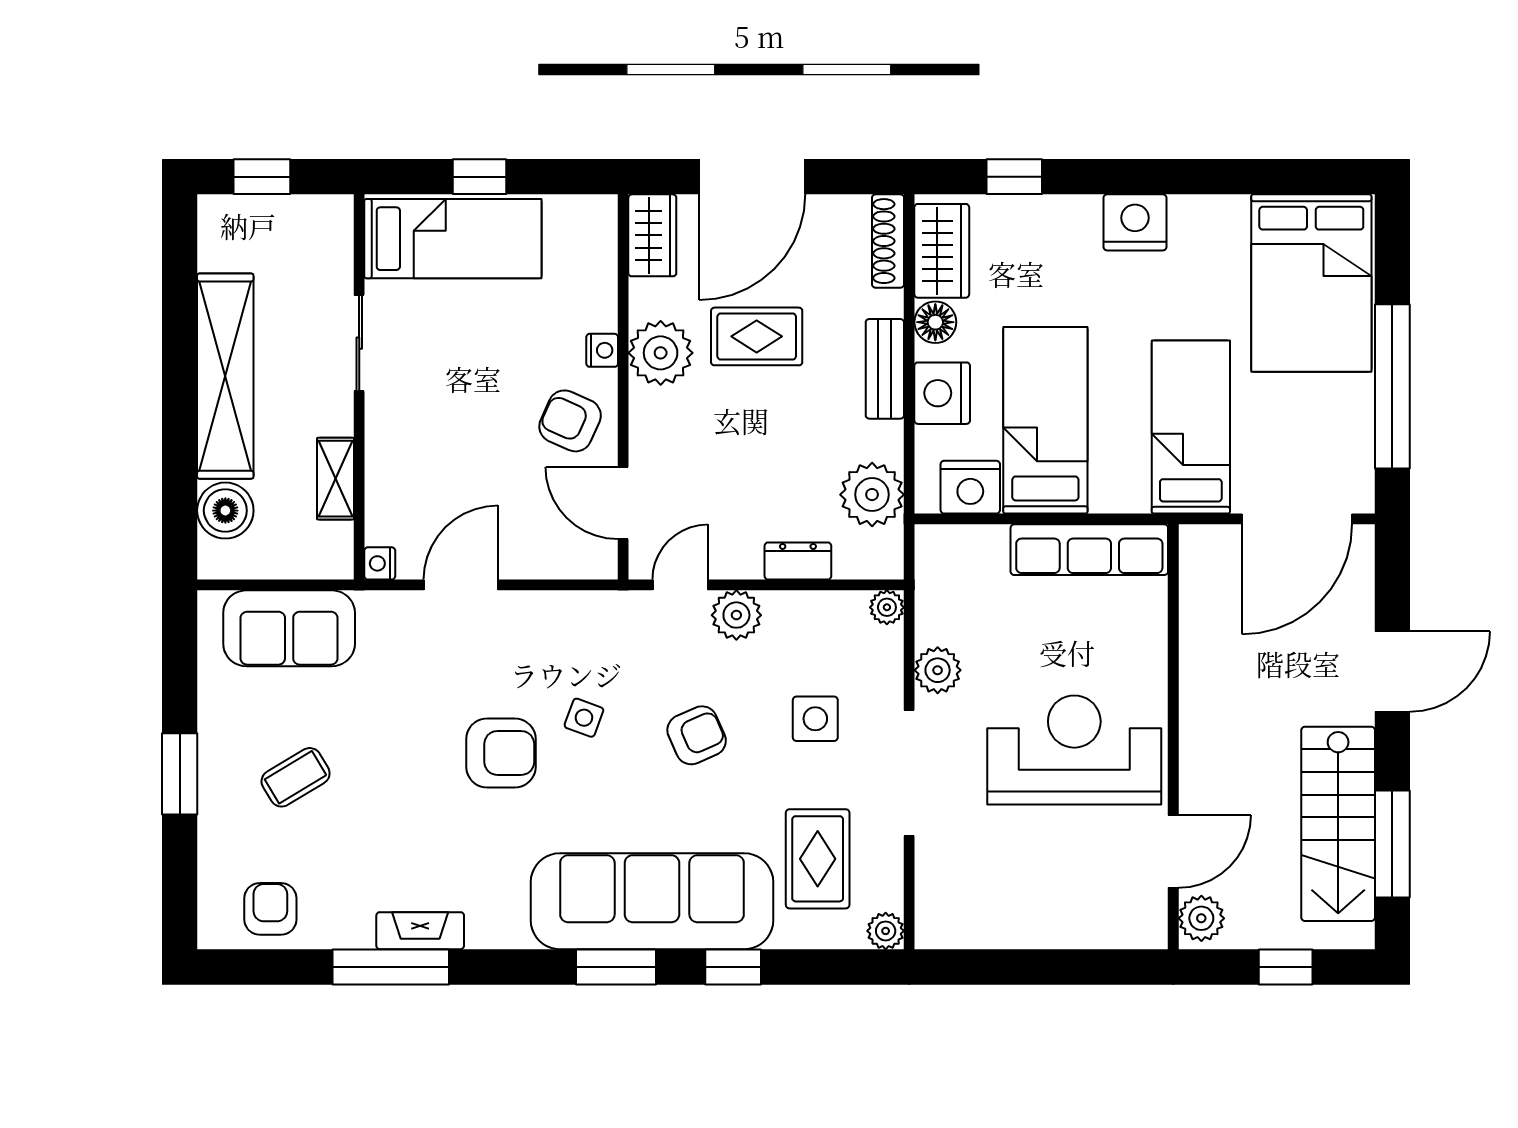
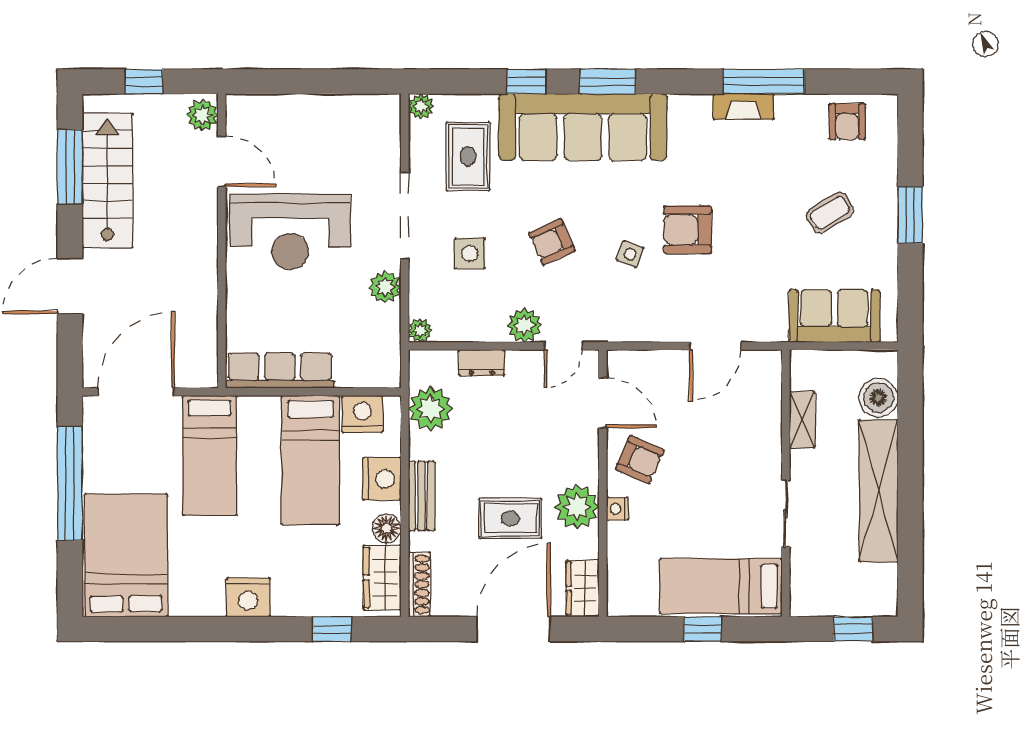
nightstand: (380, 563) -> (771, 361), removed
door: (1173, 851) -> (222, 161), swing flipped

